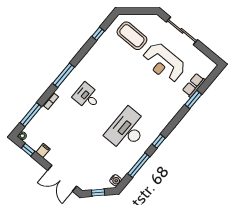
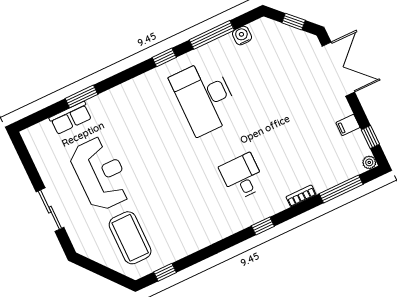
sliding door: (182, 31) -> (50, 210), width x0.73
window: (98, 34) -> (165, 272), moved
window: (64, 75) -> (263, 226), width x0.46
desk: (87, 96) -> (242, 177), turned 180
desk: (127, 130) -> (205, 97), turned 90
water cooler: (116, 180) -> (242, 36), moved

